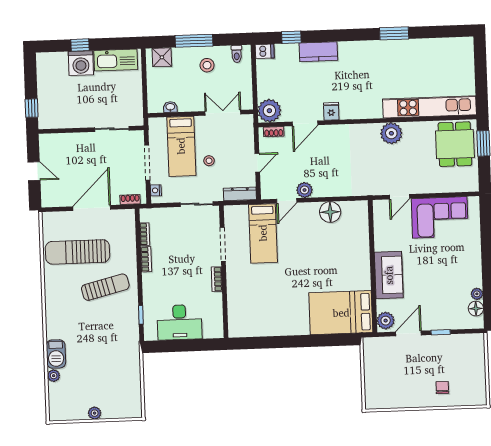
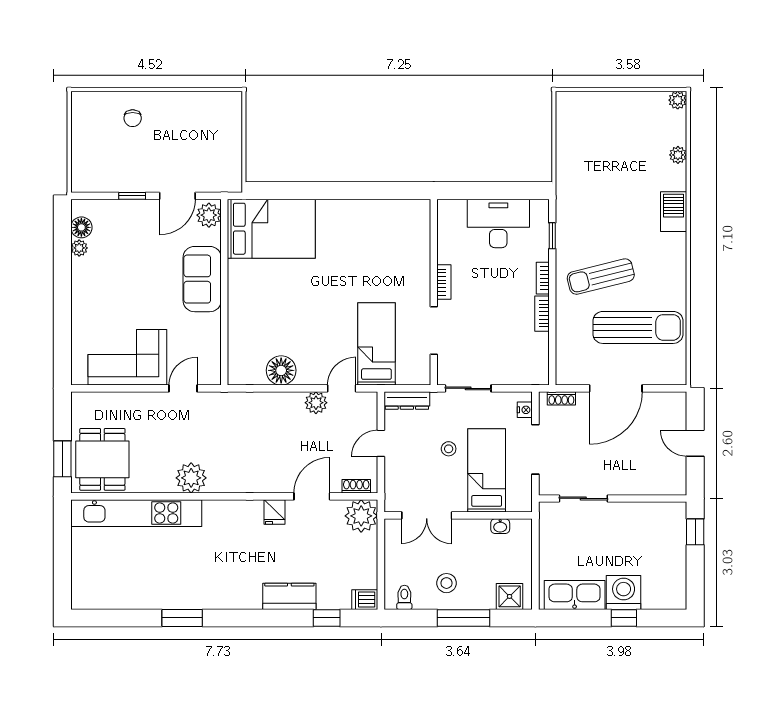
bookcase: (145, 234) -> (543, 278), moved
barbecue: (56, 354) -> (674, 212), moved
plant: (95, 413) -> (678, 100), moved

